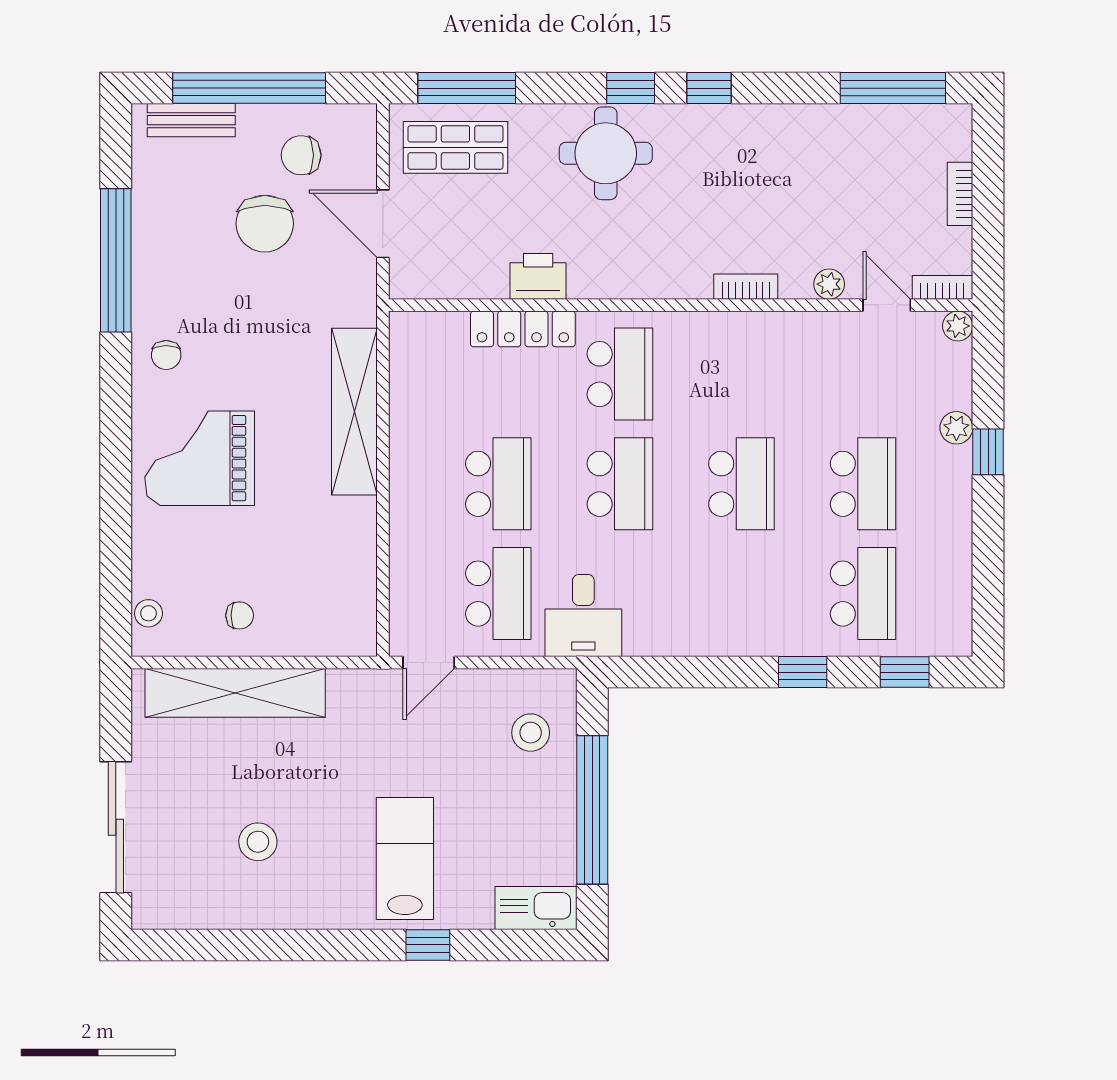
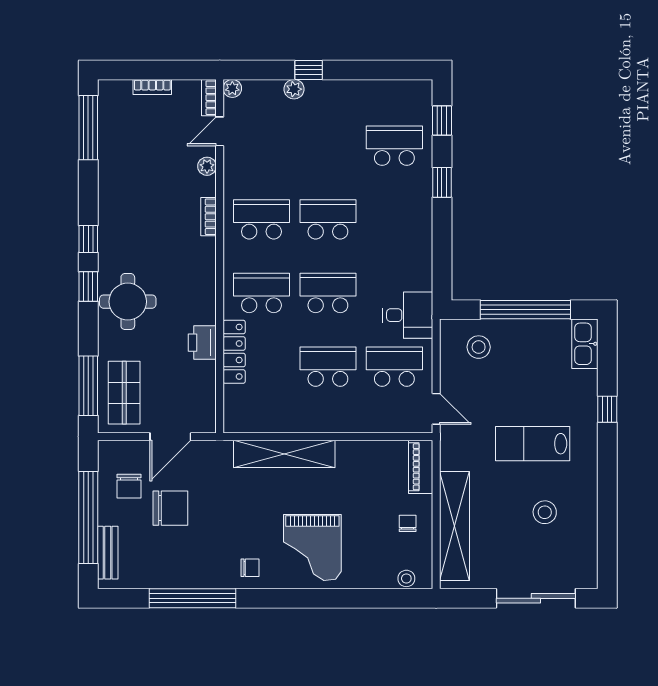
school desk: (863, 484) -> (261, 219), moved
piano: (333, 637) -> (421, 467), added
lab bench: (405, 858) -> (533, 444), moved

